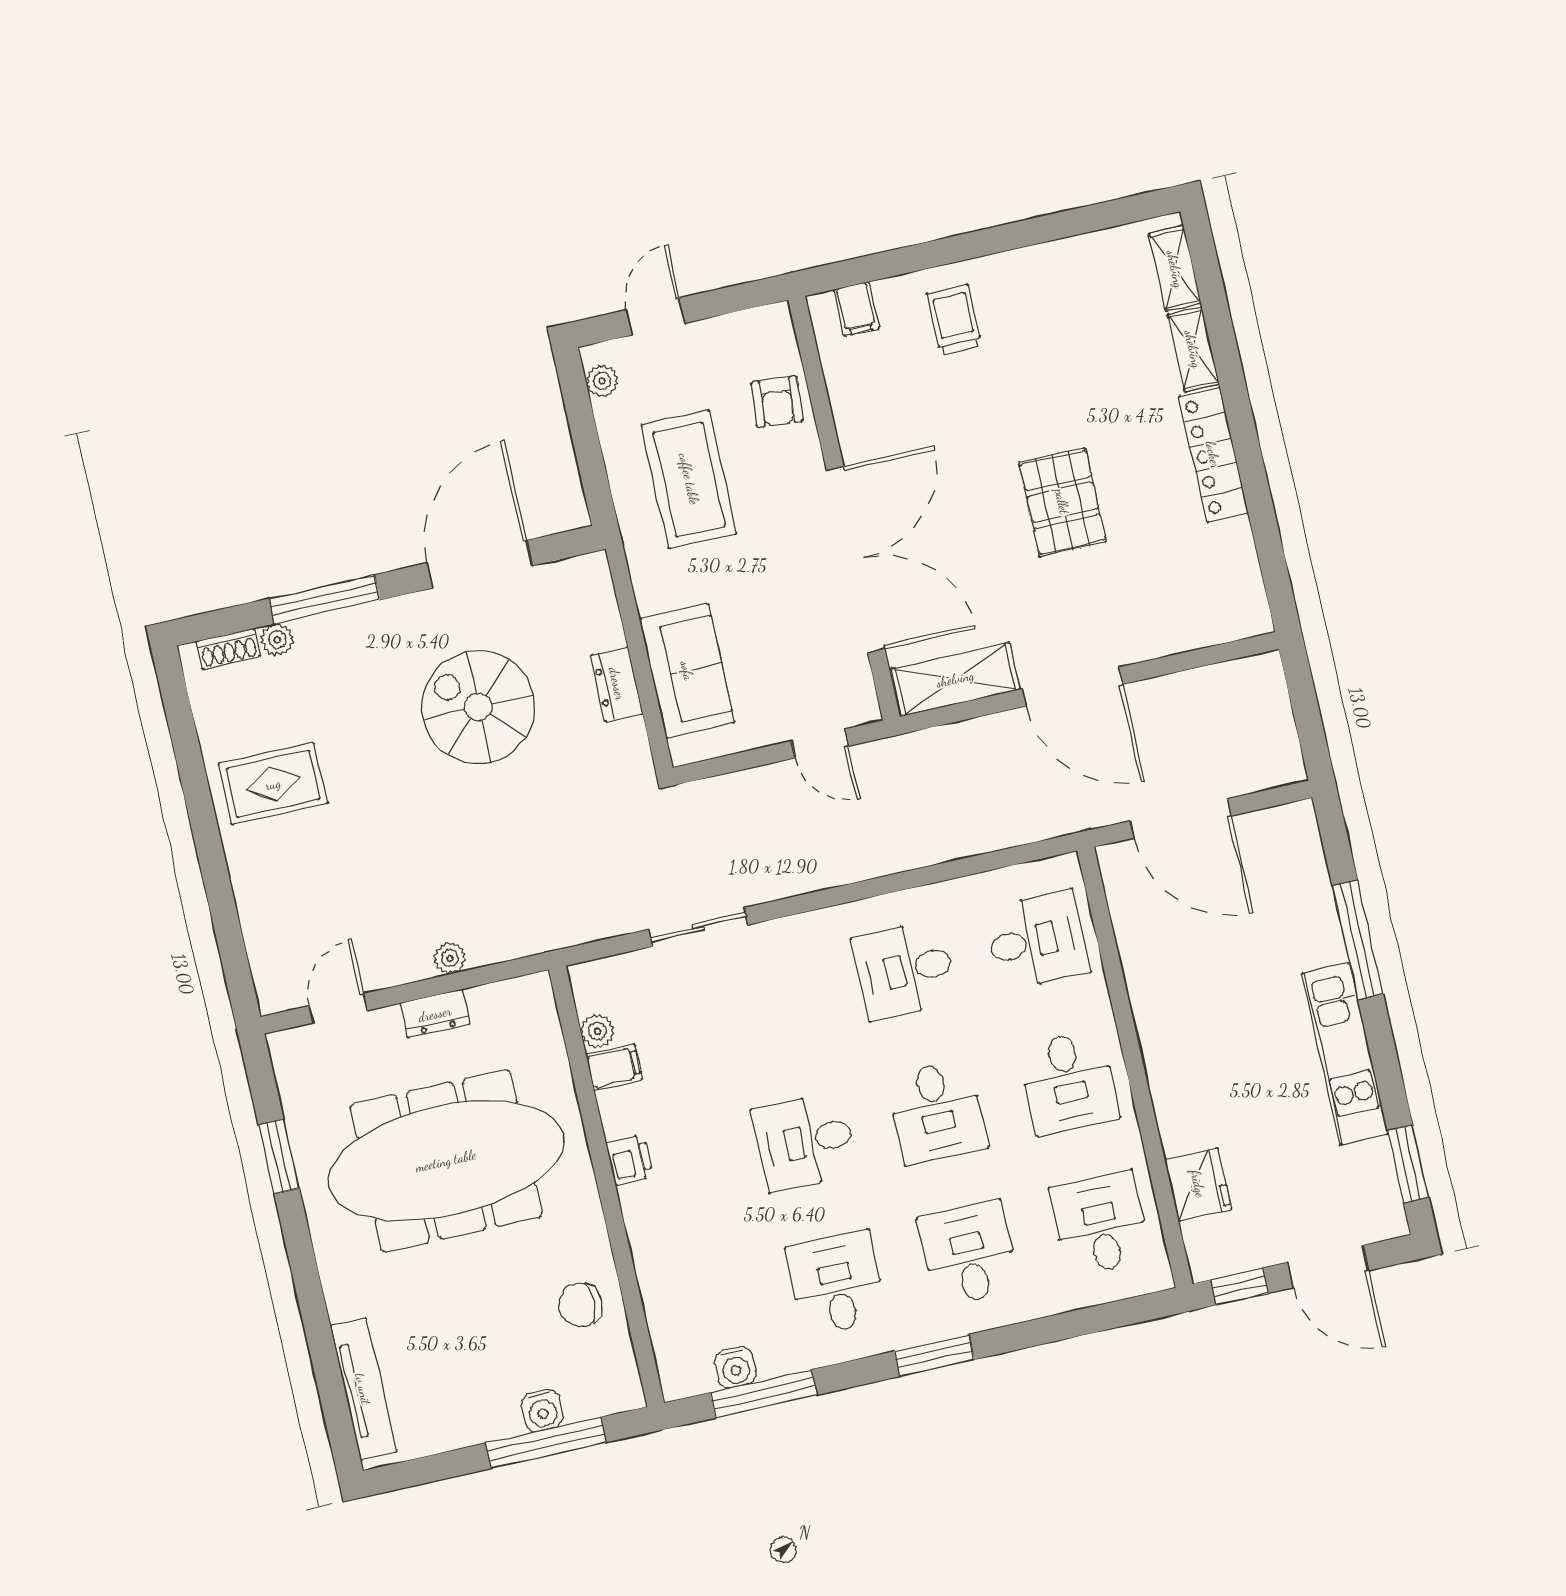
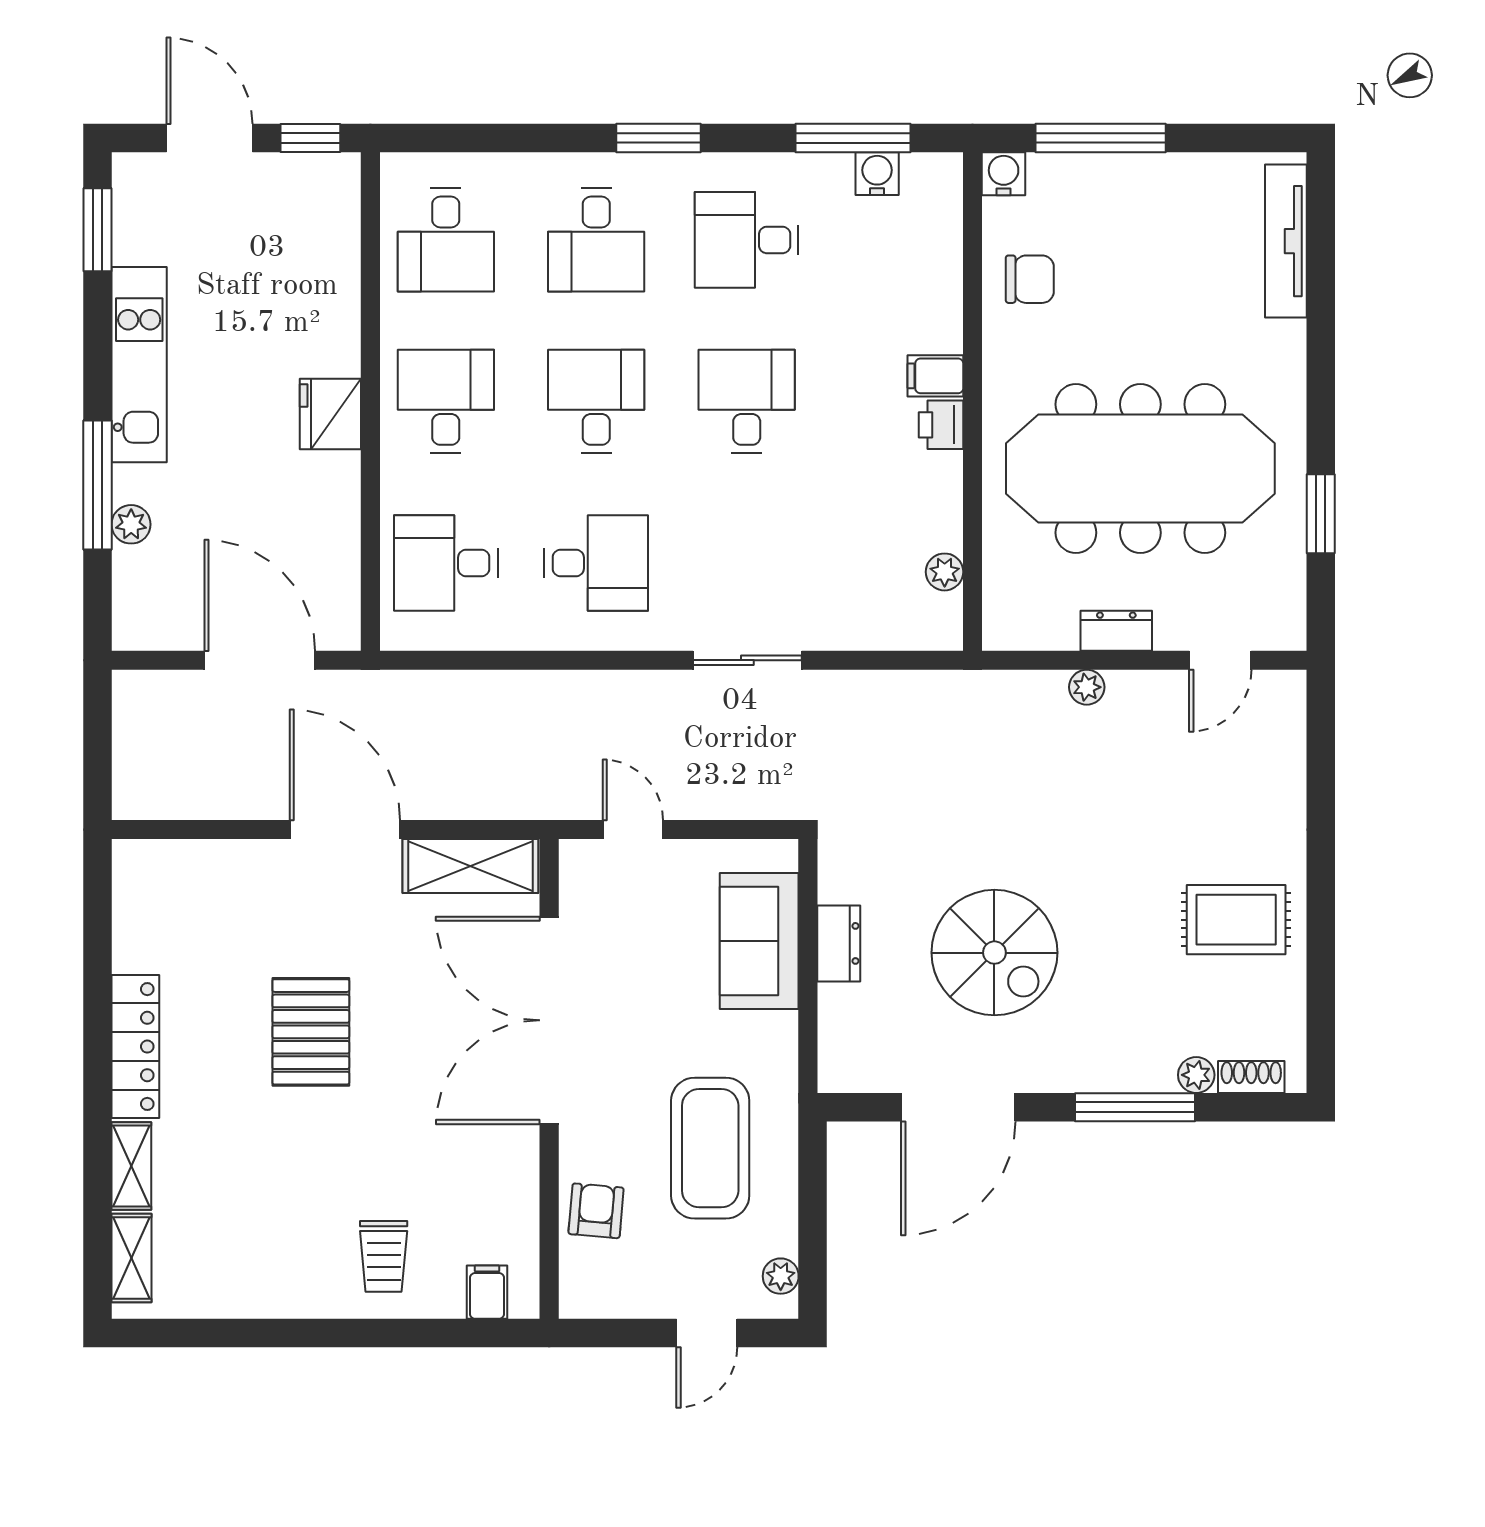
plant: (1321, 912) -> (131, 524), added
sliding door: (698, 927) -> (747, 660), moved
filing cabinet: (614, 1067) -> (935, 376), moved
desk: (805, 1142) -> (747, 401), turned -90
fridge: (1198, 1184) -> (330, 414), moved
desk: (837, 1283) -> (747, 240), turned 90
water cooler: (542, 1411) -> (1004, 174), moved

